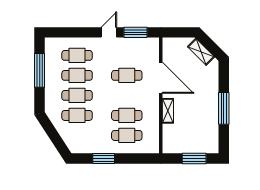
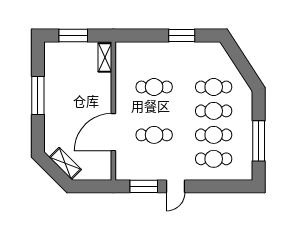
door: (161, 78) -> (113, 132), hinge flipped
shelving: (168, 111) -> (105, 57), moved
cafe table: (127, 135) -> (154, 63), removed

